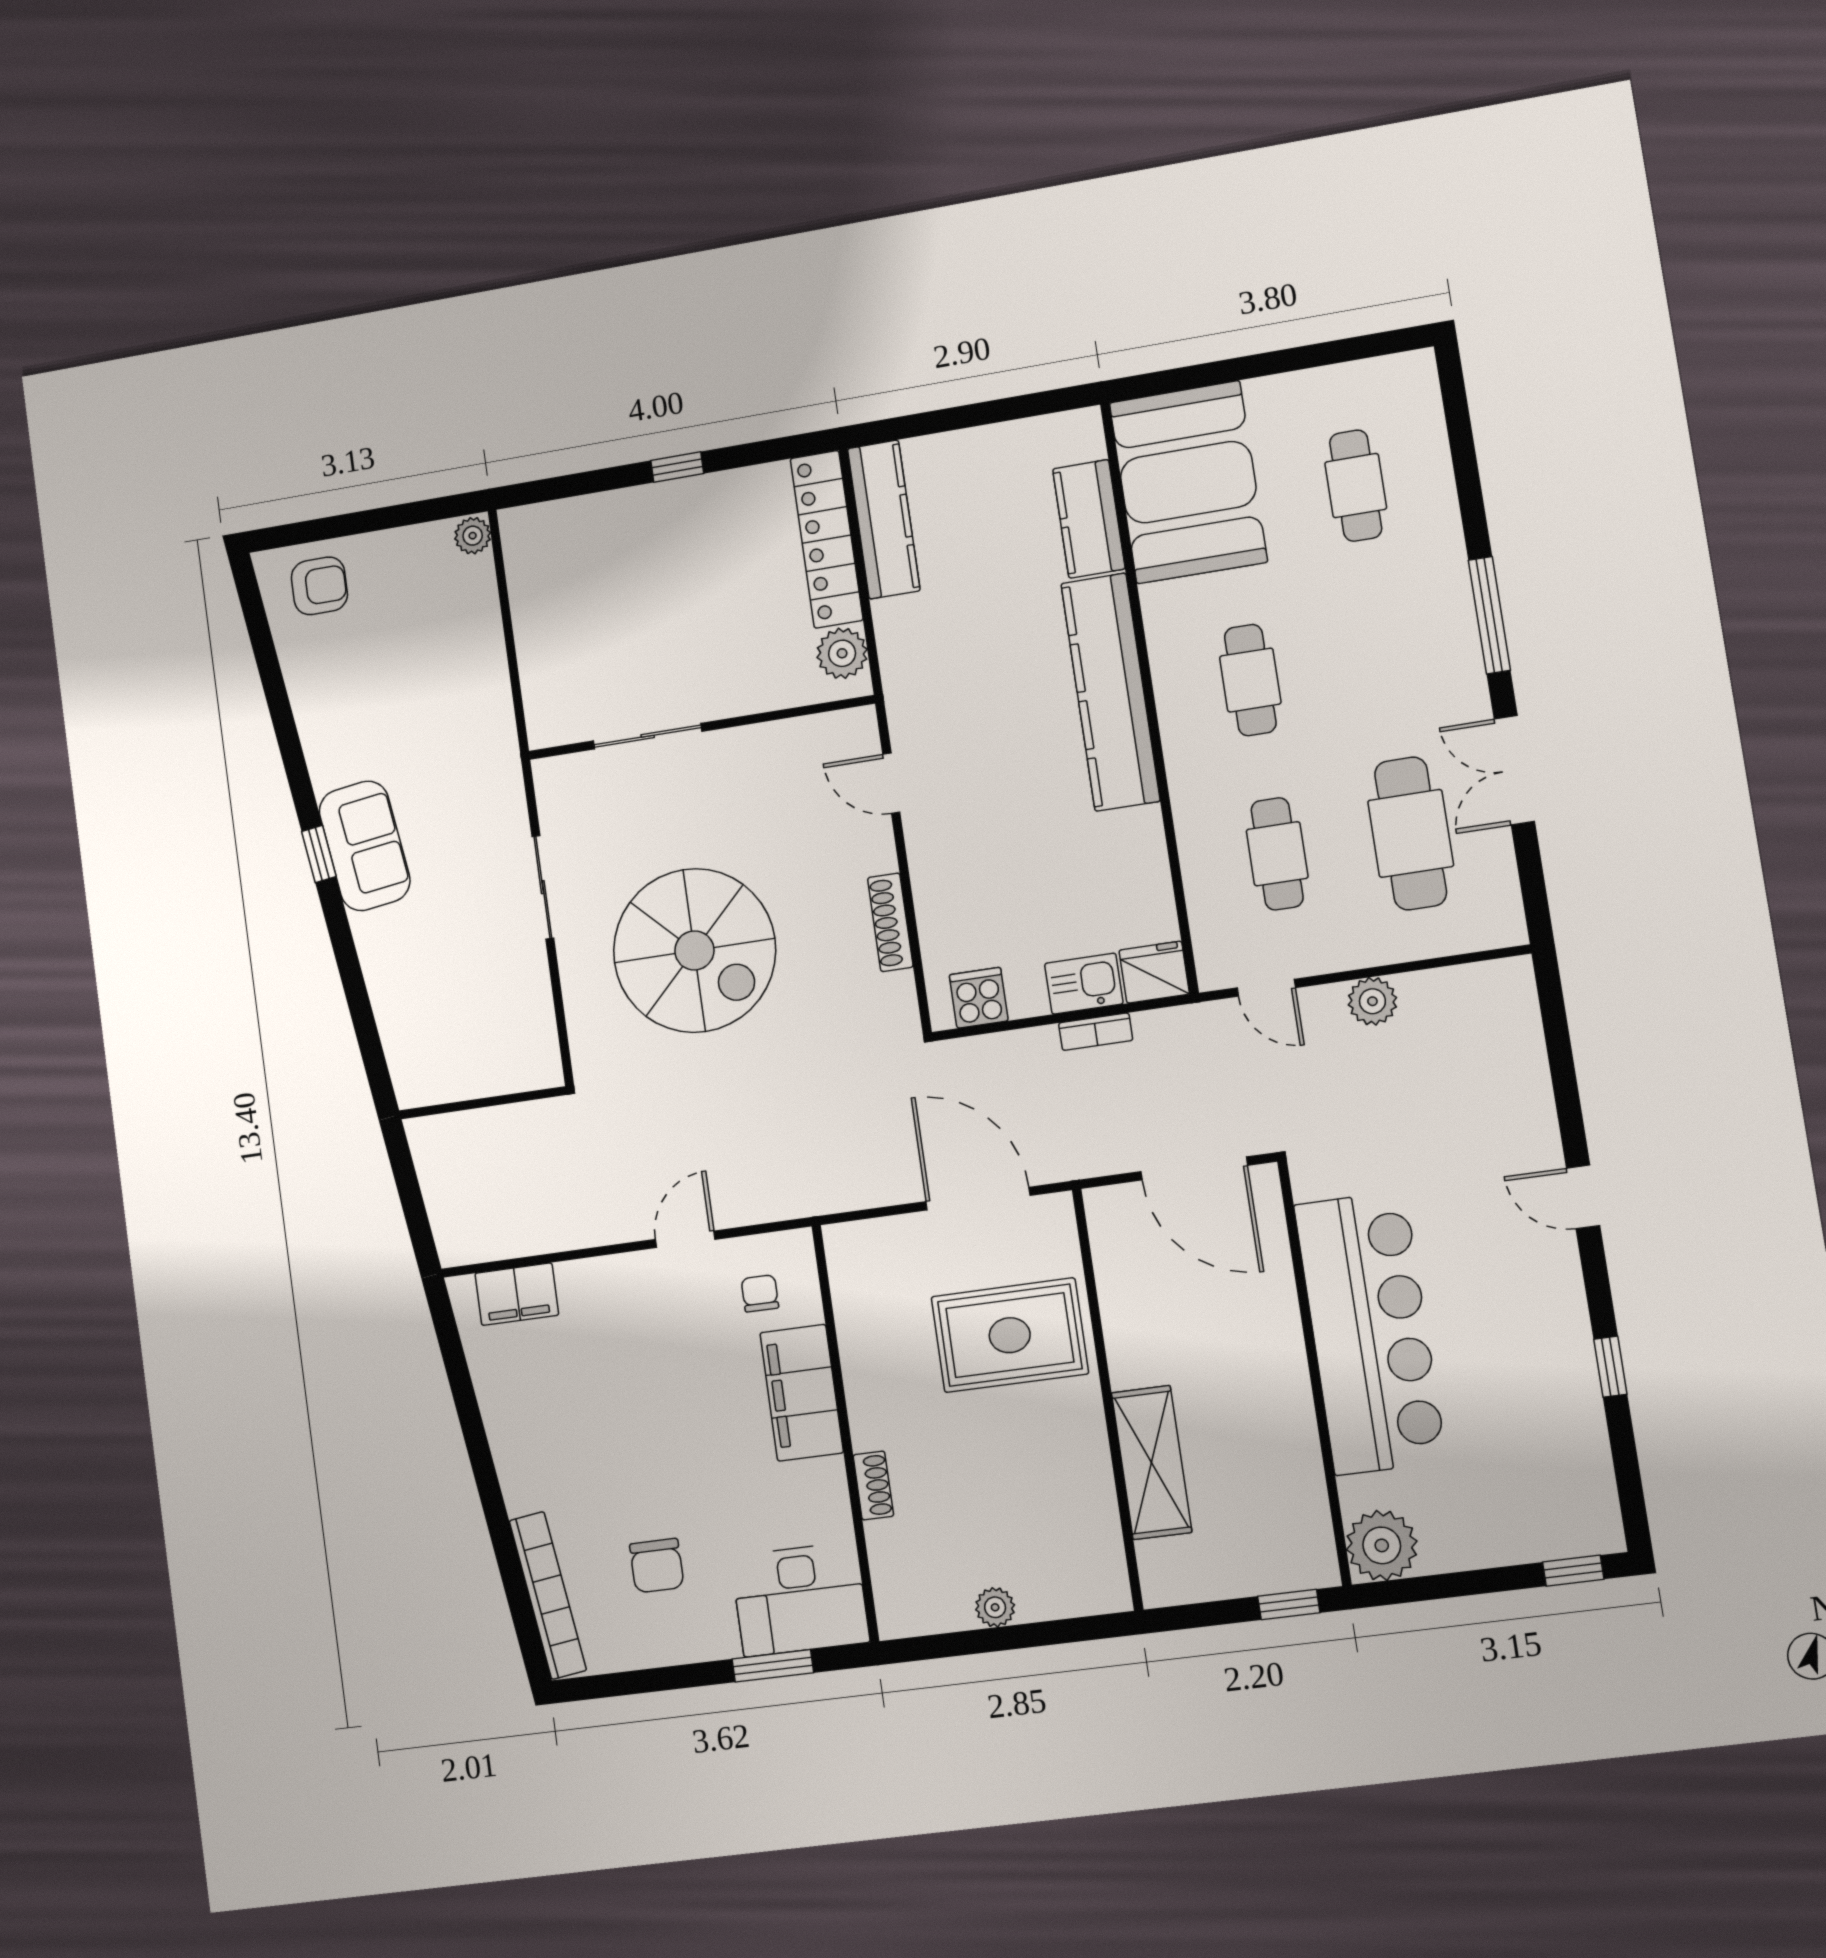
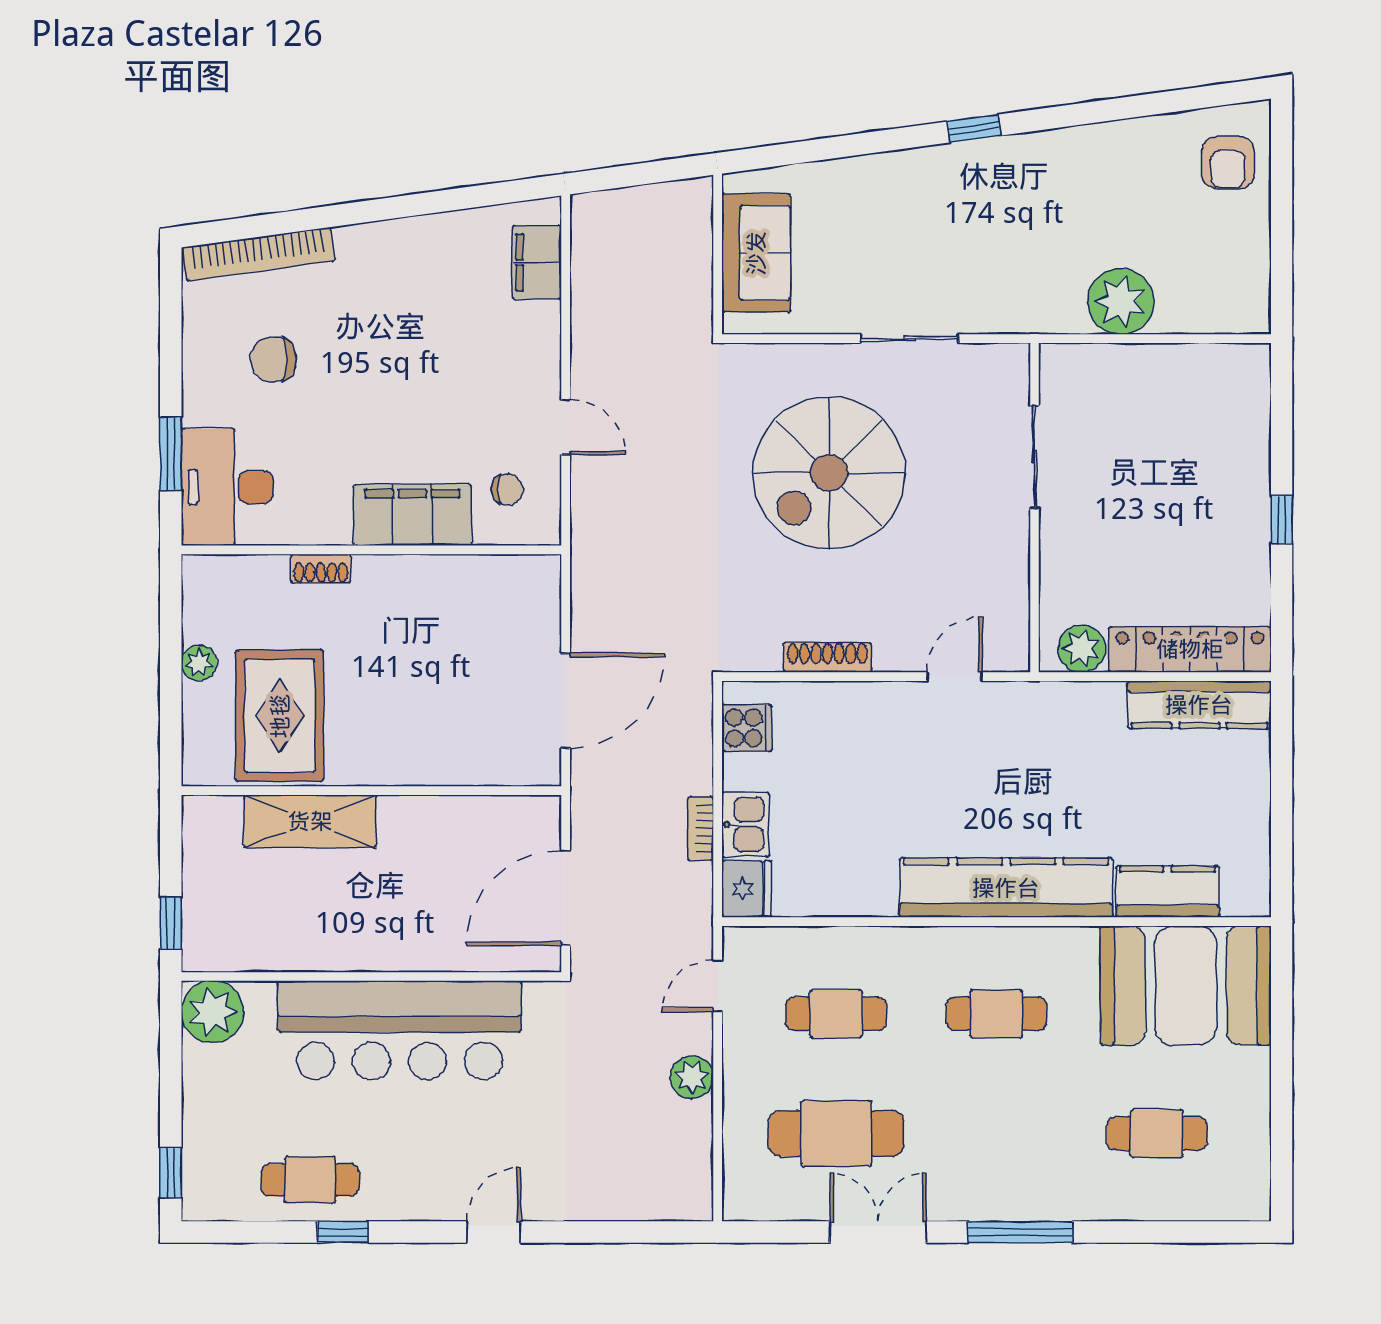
plant: (473, 536) -> (1121, 302), moved, width x1.88, depth x1.88
sofa: (365, 846) -> (756, 253), moved, turned -82
rug: (1010, 1335) -> (280, 716), moved
cafe table: (1556, 1411) -> (310, 1180), added

